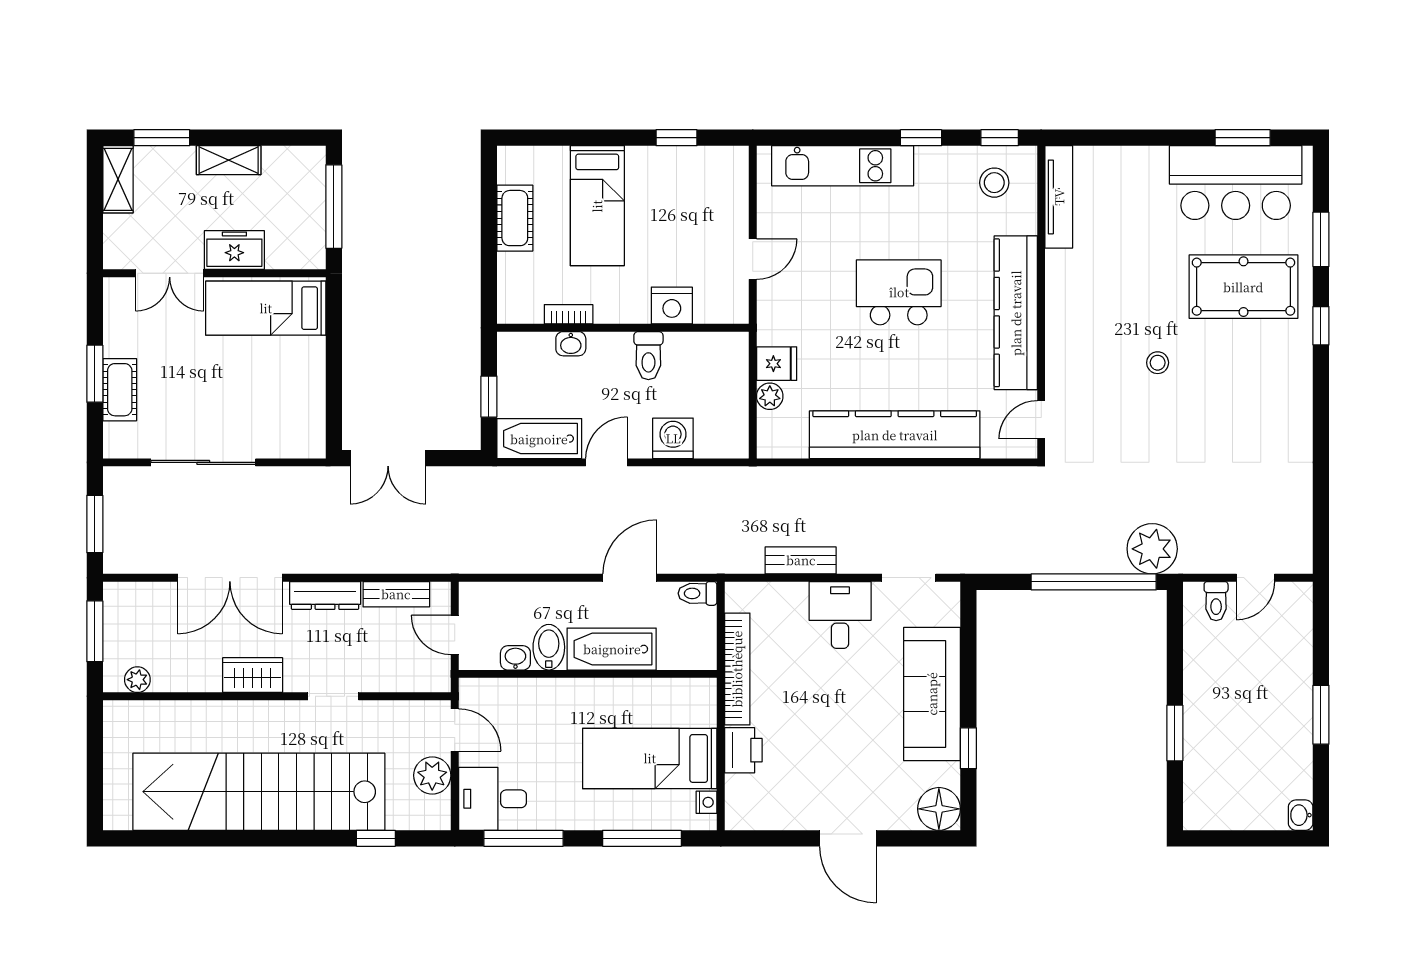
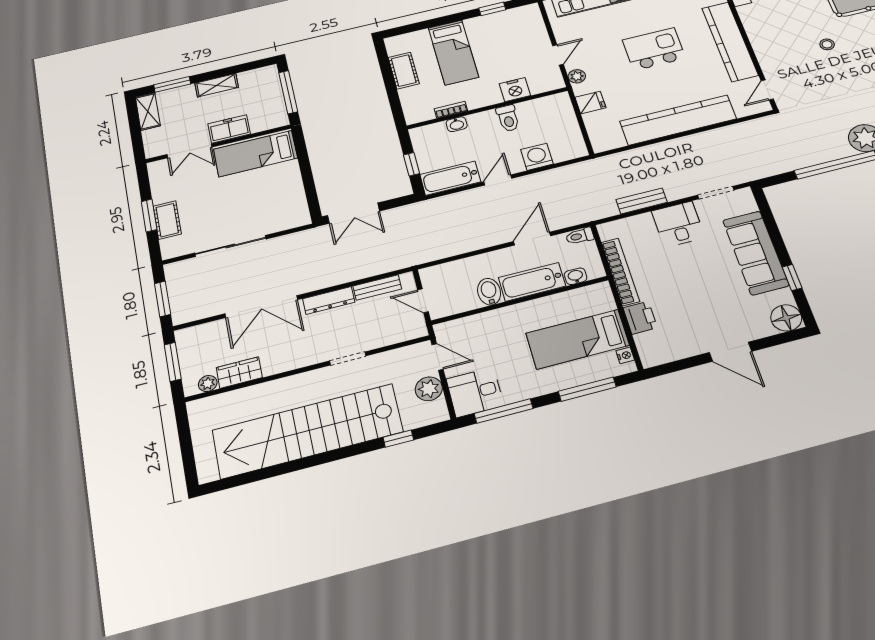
plant: (770, 396) -> (577, 76), moved
washbasin: (515, 658) -> (576, 276), moved
wardrobe: (253, 675) -> (239, 373), moved

